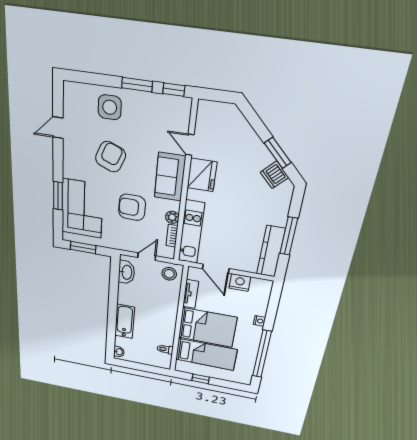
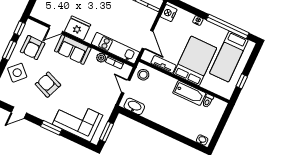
side table: (110, 107) -> (17, 73), turned 45
door: (58, 128) -> (19, 113), hinge flipped
window: (58, 196) -> (51, 128), moved
armchair: (132, 207) -> (33, 48), moved
door: (216, 269) -> (148, 40), hinge flipped
nightstand: (240, 283) -> (169, 13), moved
bathtub: (125, 321) -> (189, 93), moved, turned 180
bed: (206, 354) -> (229, 57), moved, turned 180

